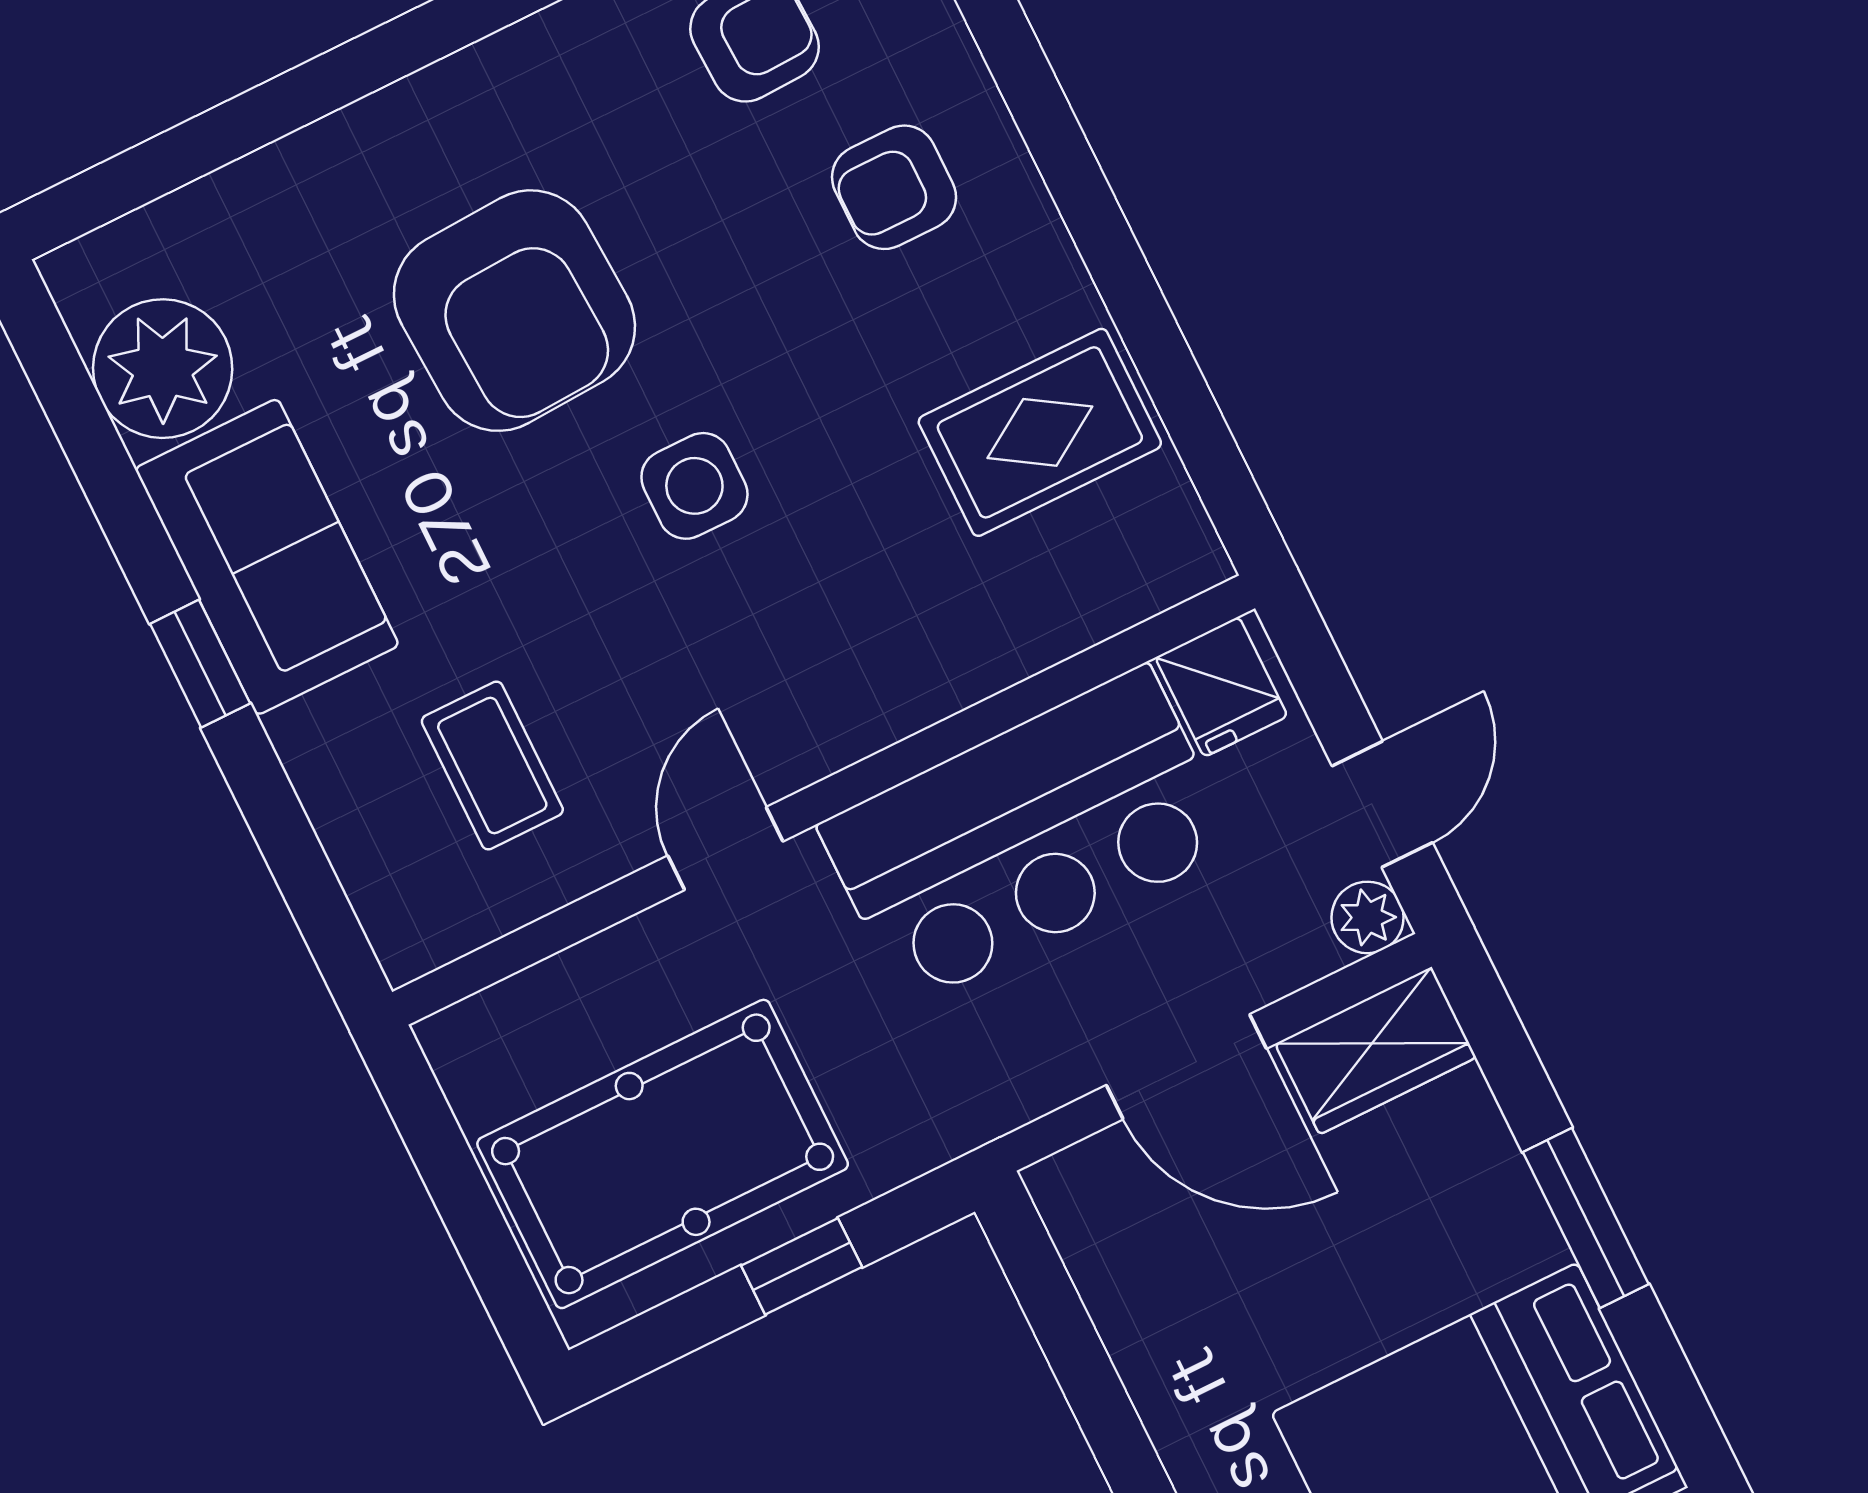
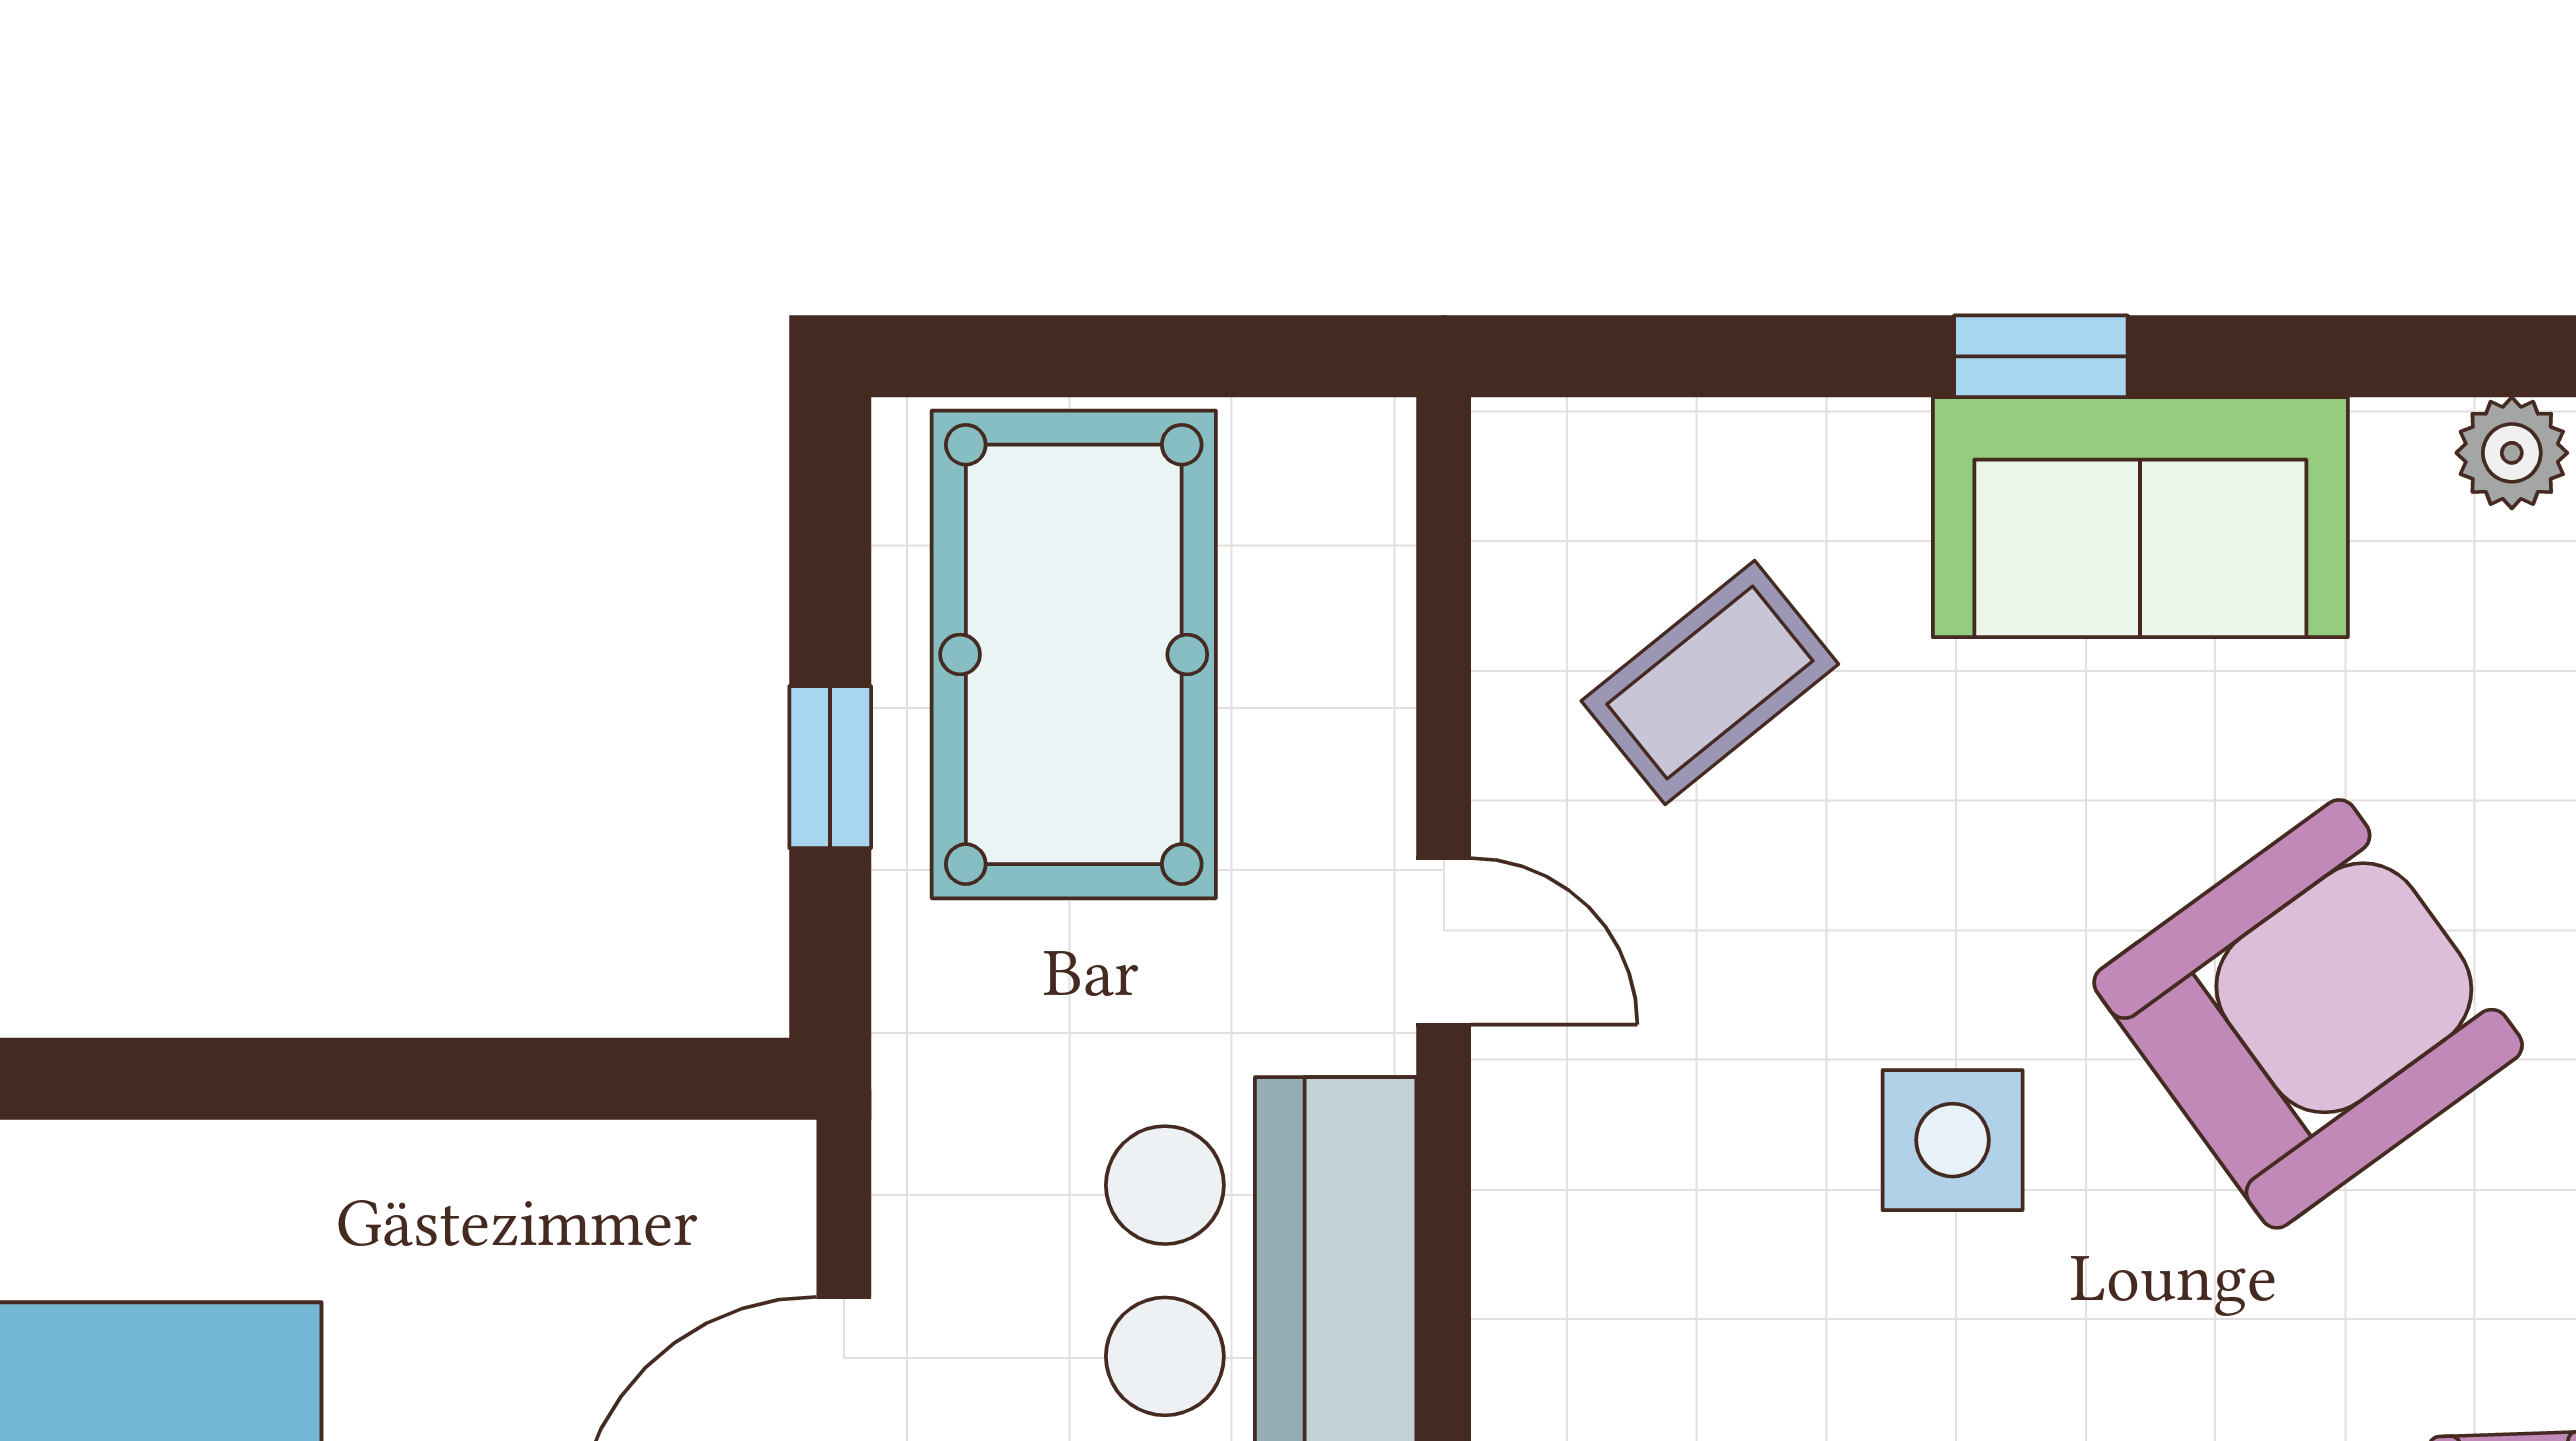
armchair: (514, 311) -> (2308, 1014), turned 147
plant: (163, 369) -> (2512, 453), width x0.53, depth x0.53
coffee table: (492, 765) -> (1710, 682), turned -39

